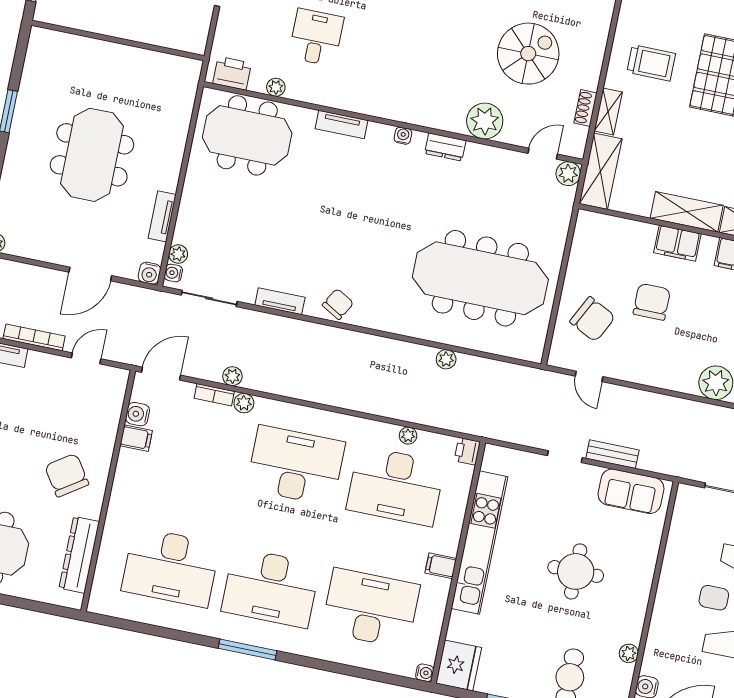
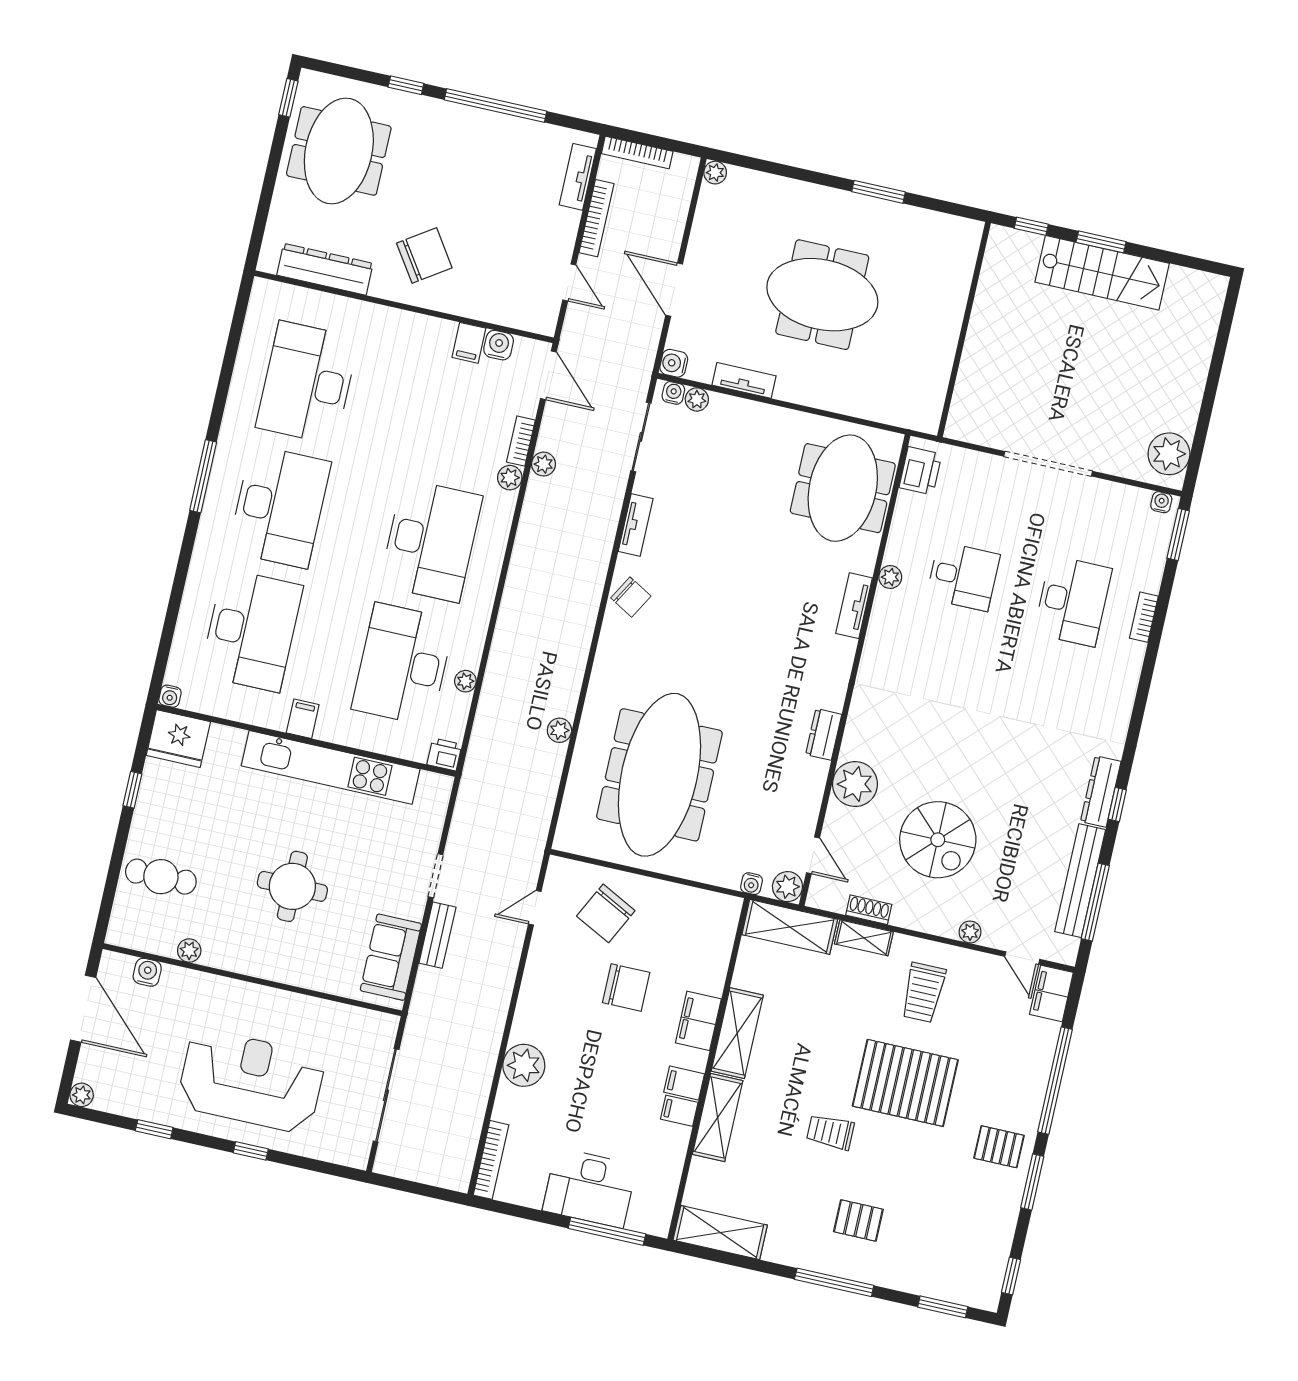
plant: (602, 26) -> (970, 932), added
plant: (276, 87) -> (890, 577), moved
water cooler: (403, 136) -> (751, 884), moved, turned 90
desk: (271, 588) -> (279, 507), turned 180

